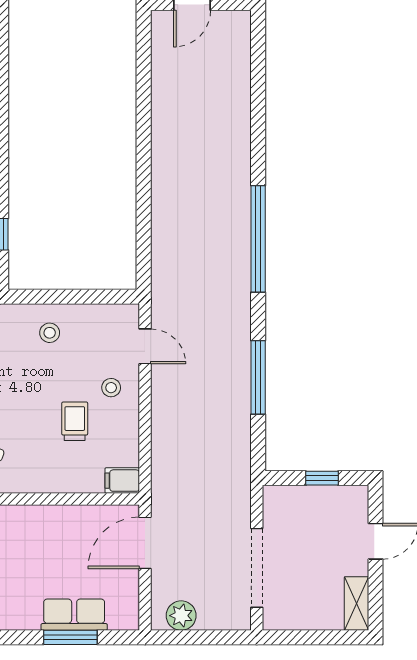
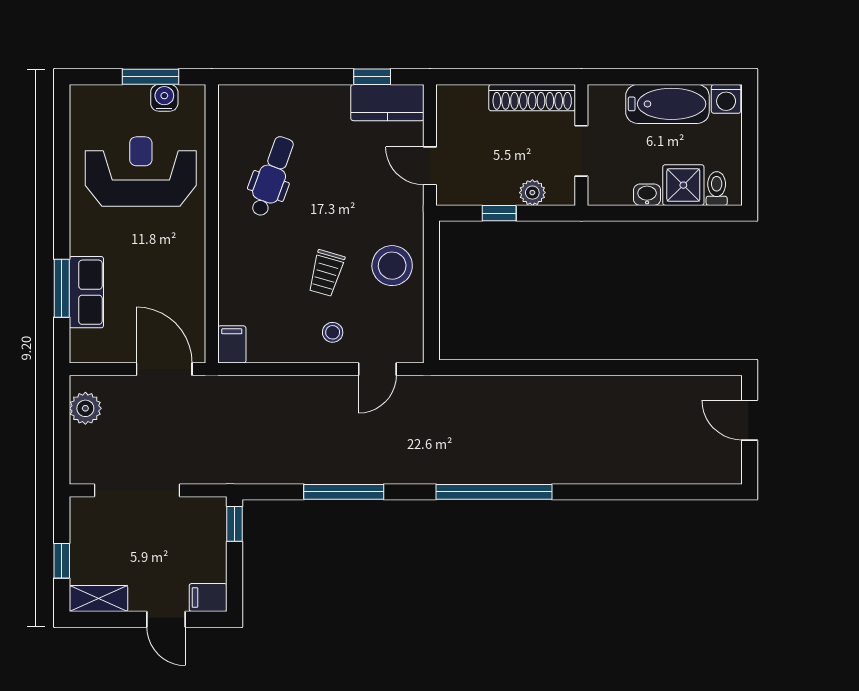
stool: (50, 333) -> (392, 266), width x1.89, depth x1.89
trolley: (75, 421) -> (326, 273), moved, turned 106
window: (322, 478) -> (234, 524), moved
filing cabinet: (356, 502) -> (208, 598), added
window: (322, 637) -> (62, 561), added

